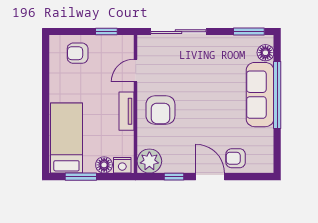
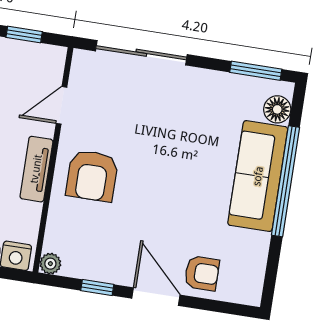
armchair: (236, 158) -> (202, 273), turned 180
plant: (149, 161) -> (50, 264), width x0.53, depth x0.53

